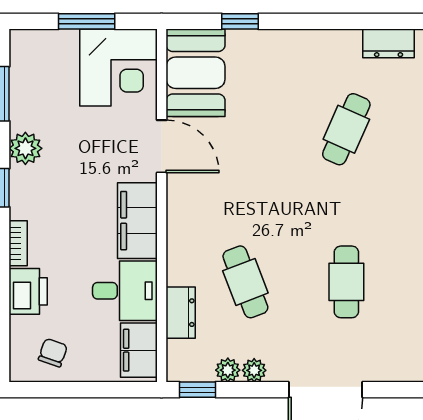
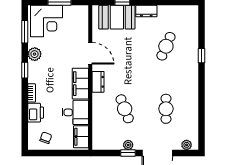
dresser: (389, 43) -> (146, 11), moved
corner desk: (118, 68) -> (47, 21), moved
booth: (195, 73) -> (117, 17), moved, turned 90
dresser: (181, 313) -> (98, 82), moved
plant: (228, 370) -> (187, 145), moved
window: (198, 390) -> (128, 153), moved

